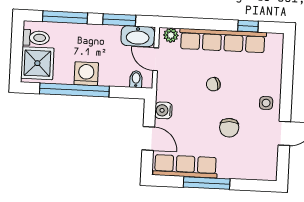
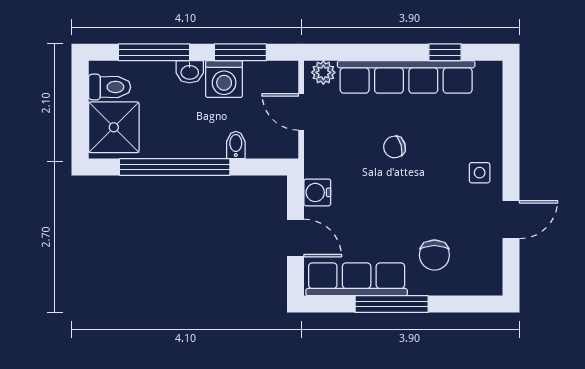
washbasin: (138, 36) -> (190, 72), moved, width x0.52, depth x0.69
washing machine: (86, 74) -> (224, 79), moved, turned 180
bidet: (136, 79) -> (236, 145), moved
chair: (229, 128) -> (434, 255), moved

